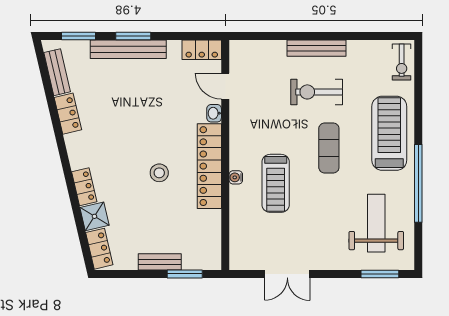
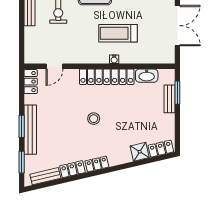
washbasin: (214, 113) -> (147, 76), moved, width x1.91, depth x1.45
stool: (159, 173) -> (94, 119), moved
treadmill: (276, 183) -> (118, 33), turned 180
locker: (84, 187) -> (97, 164), moved
bench: (160, 262) -> (169, 99), moved
double door: (287, 274) -> (177, 26), width x1.37

